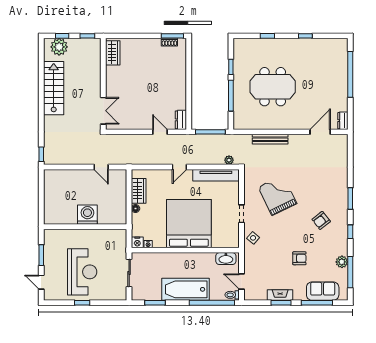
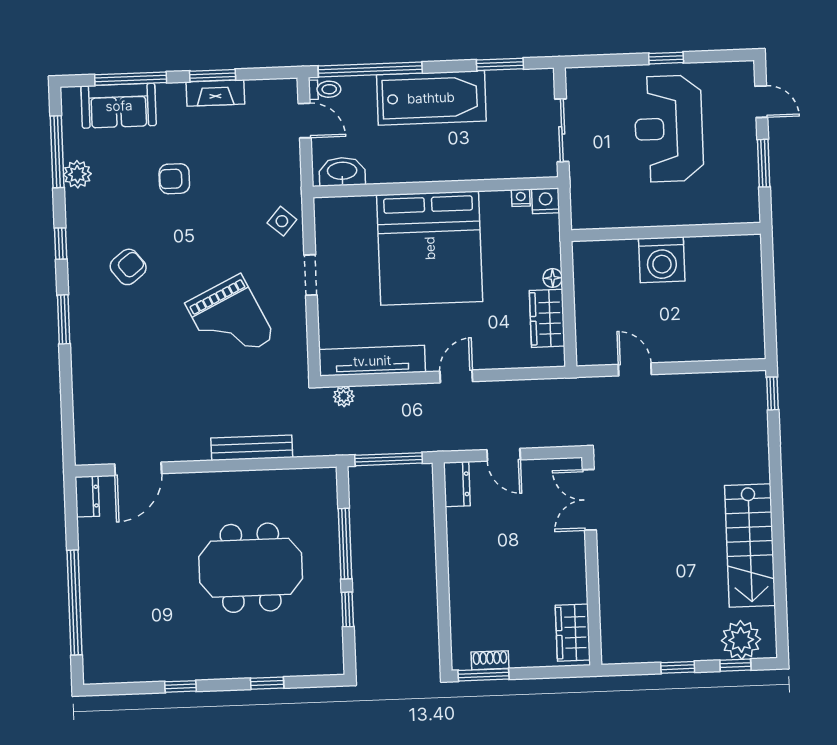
wardrobe: (113, 53) -> (573, 633), moved
wall: (103, 84) -> (592, 561), moved
double door: (103, 111) -> (589, 500), moved

